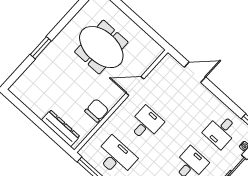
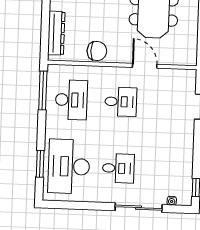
desk: (221, 131) -> (168, 170), removed

